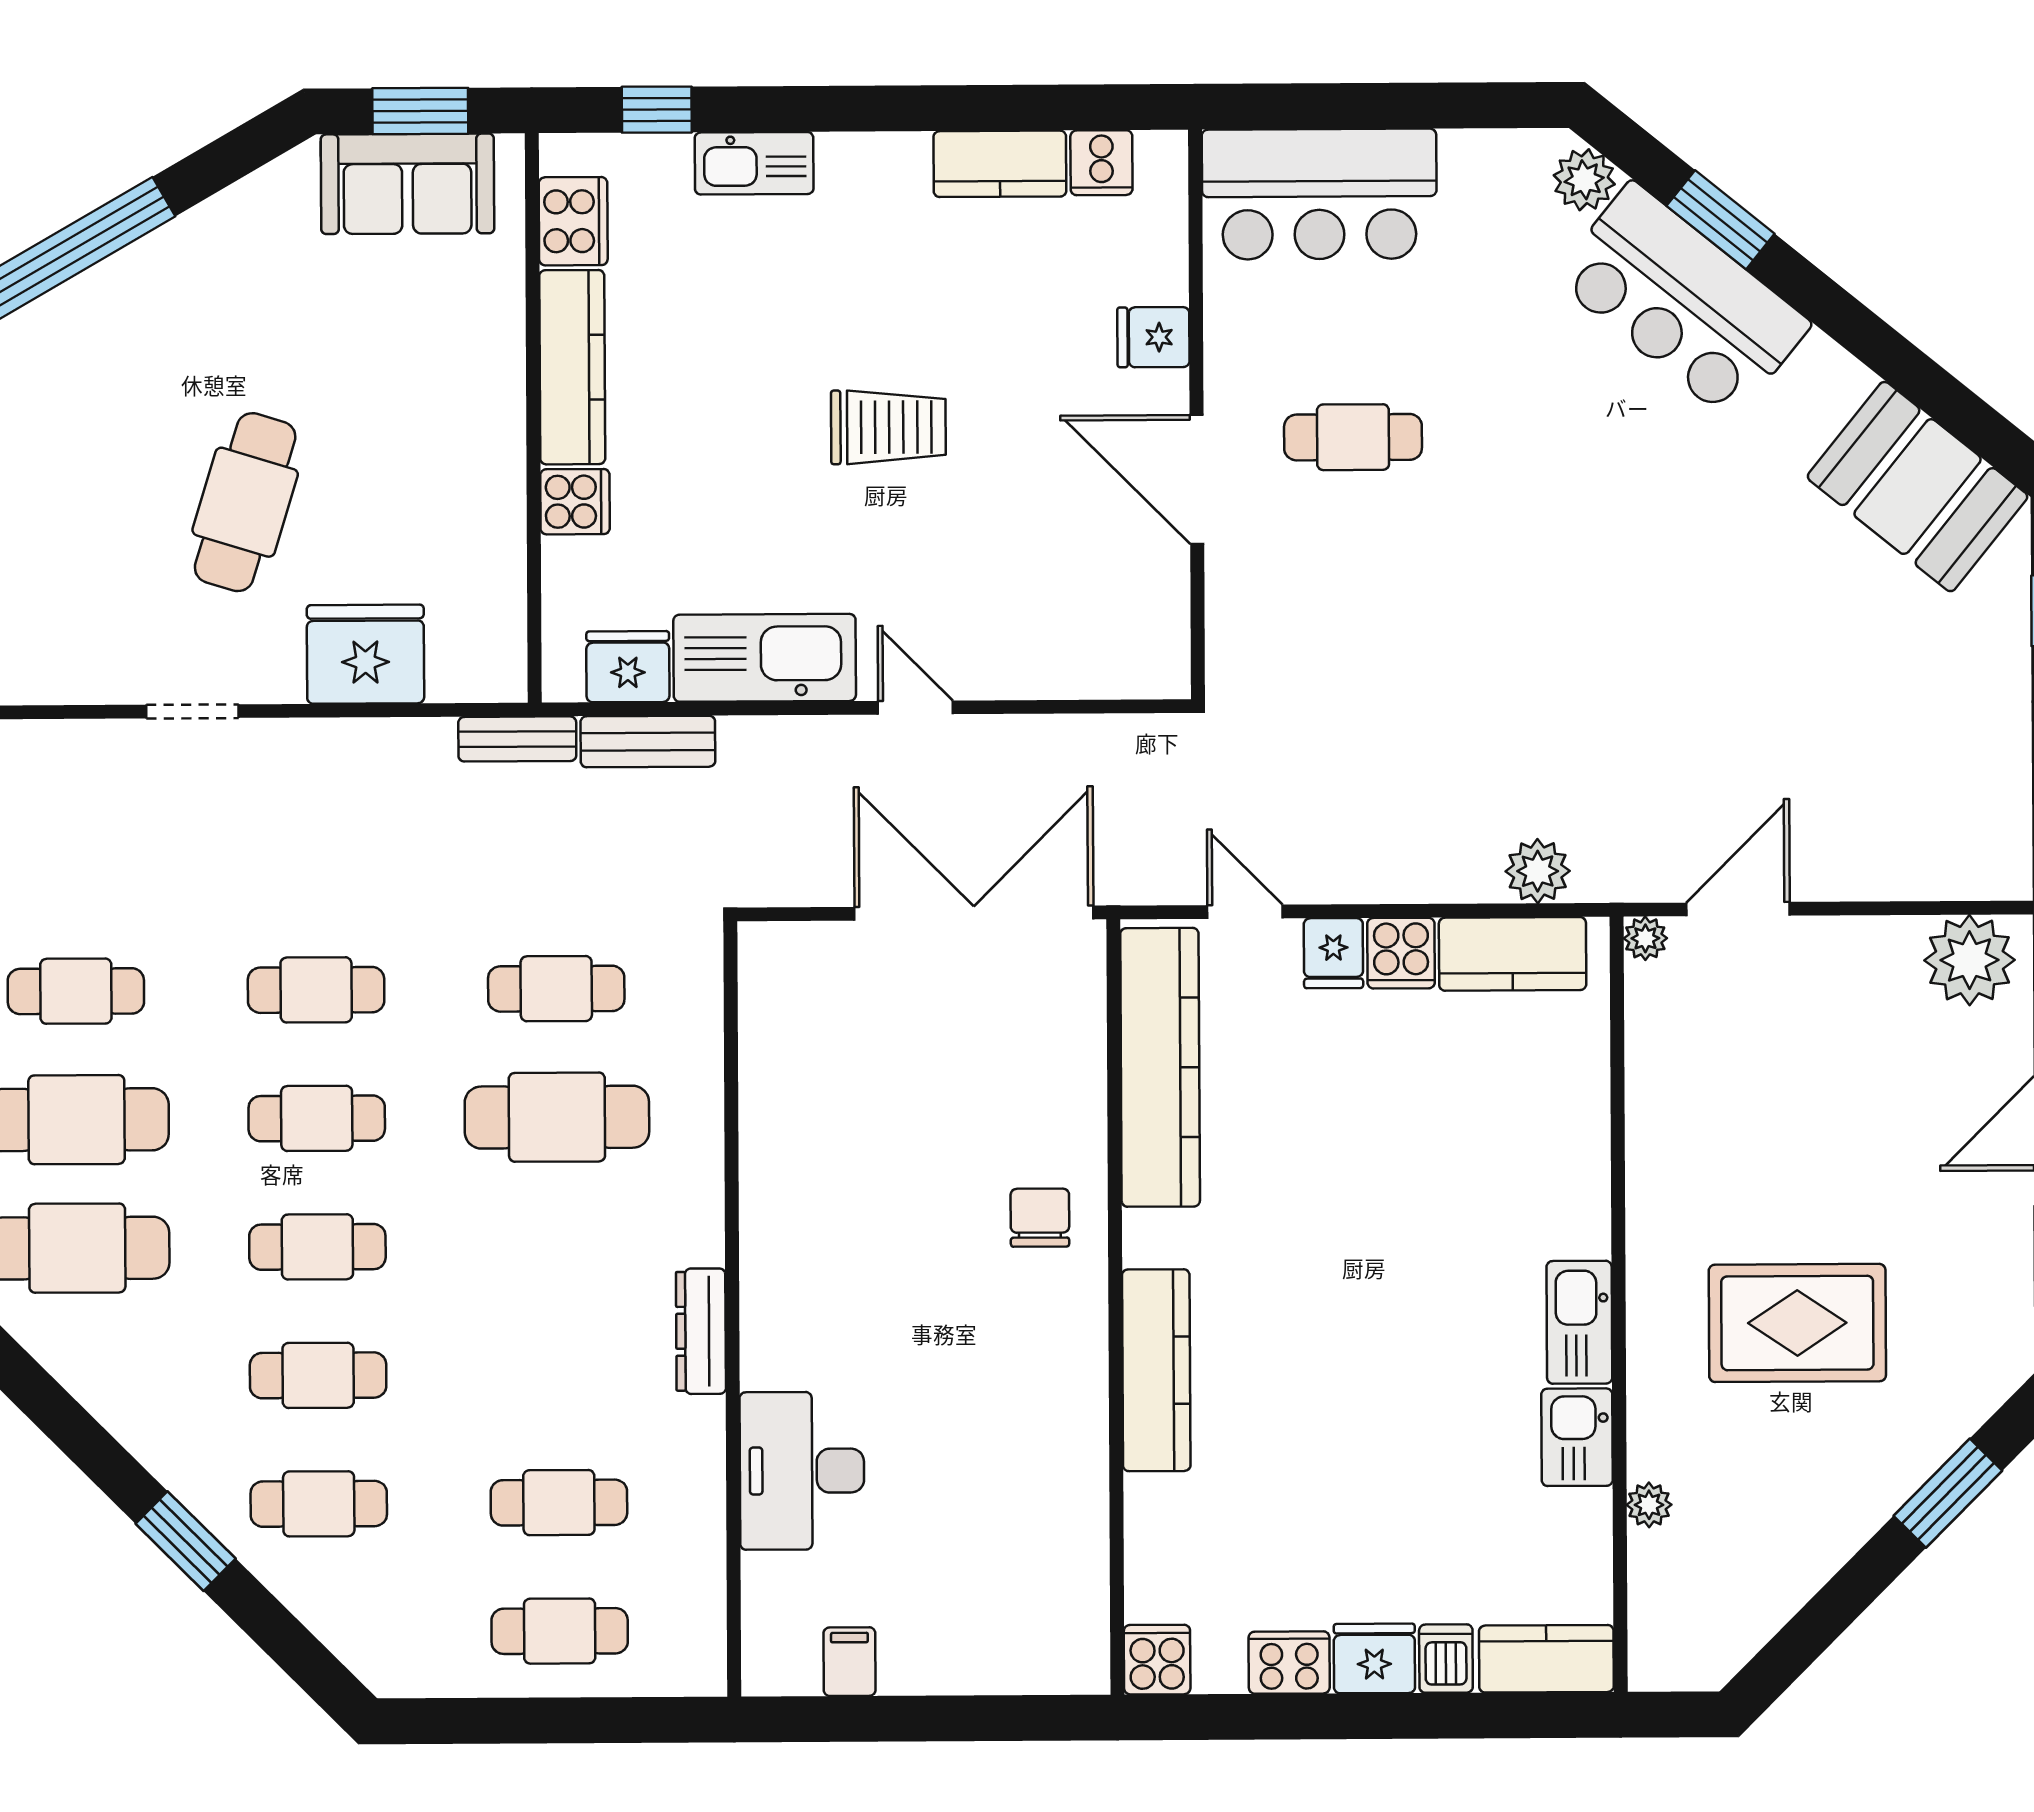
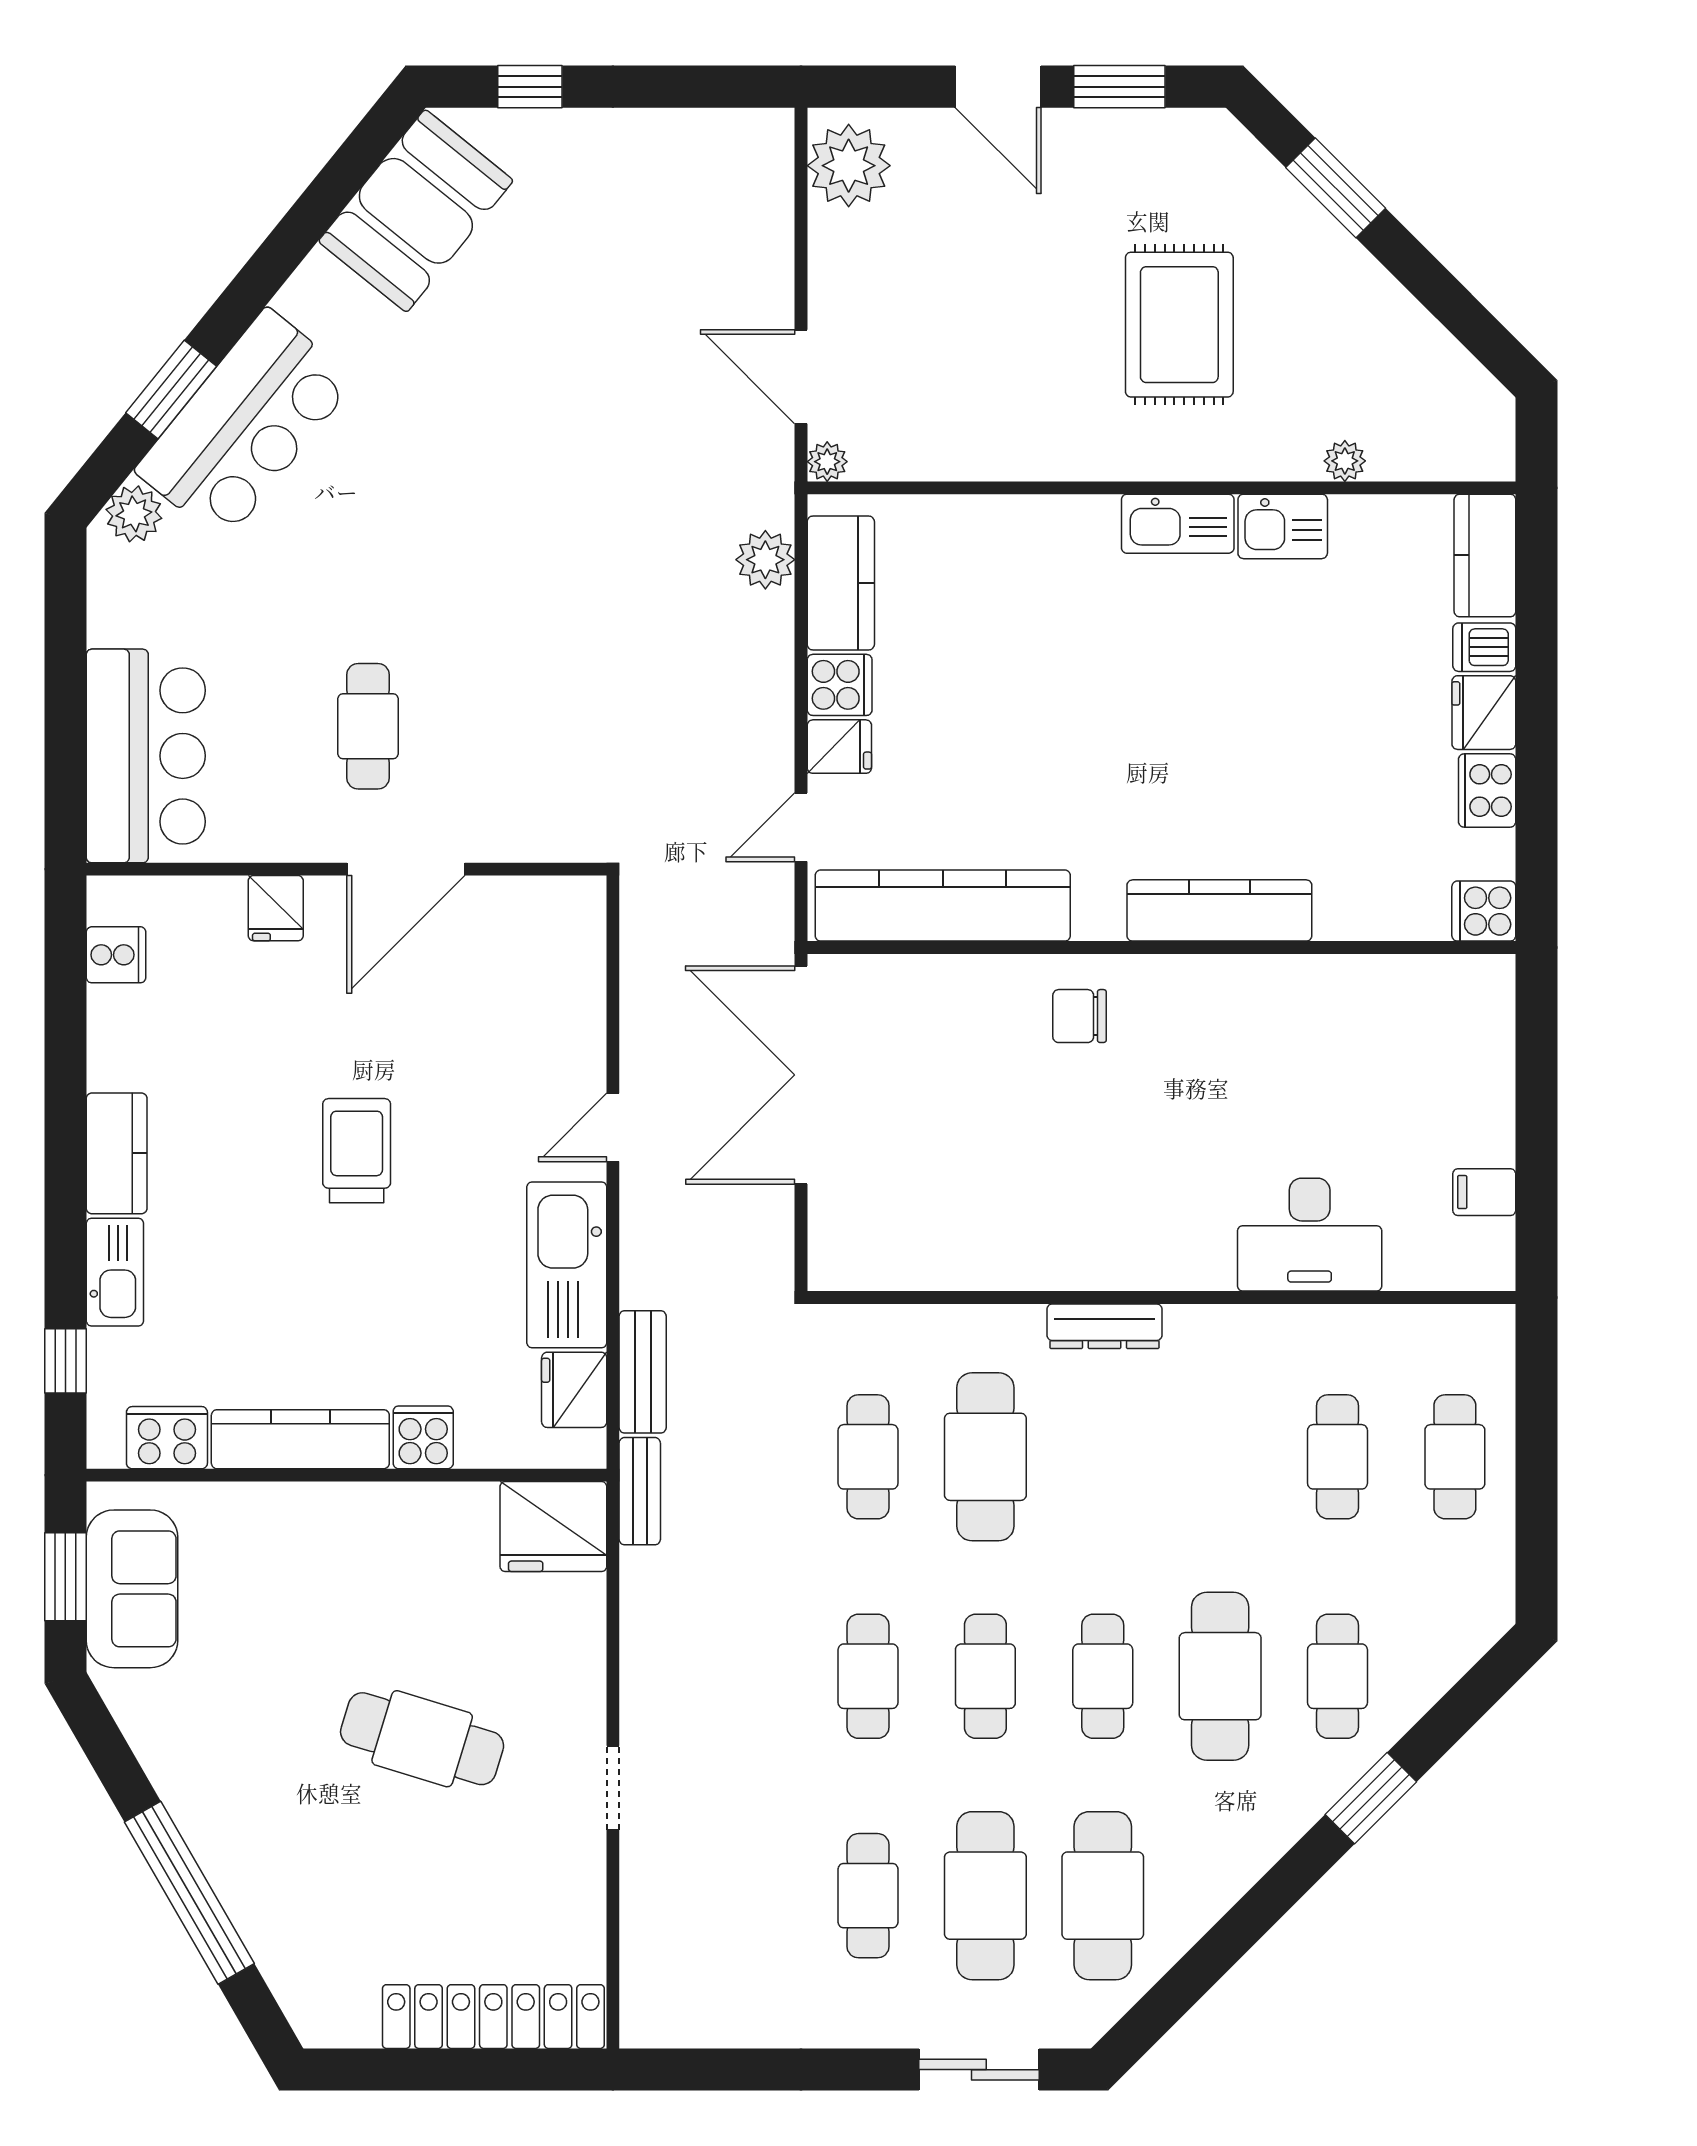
kitchen counter: (1000, 164) -> (117, 1153), moved
fridge: (365, 654) -> (553, 1527), moved, turned -90
dresser: (701, 1331) -> (1104, 1326), moved
cafe table: (318, 1375) -> (1220, 1676), width x1.37, depth x1.35

